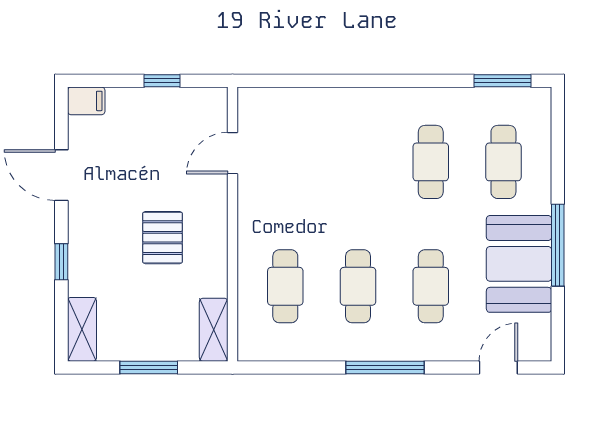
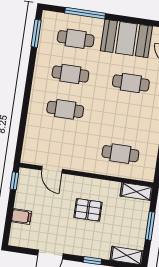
window: (162, 81) -> (14, 181), moved
filing cabinet: (86, 101) -> (21, 217), moved, turned 90
window: (558, 245) -> (85, 13), moved
cafe table: (358, 286) -> (65, 109), moved

